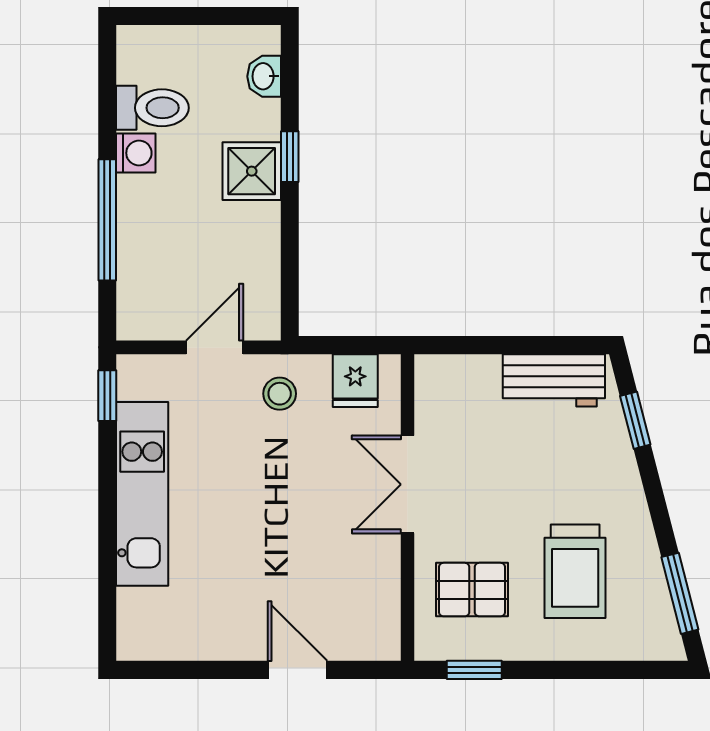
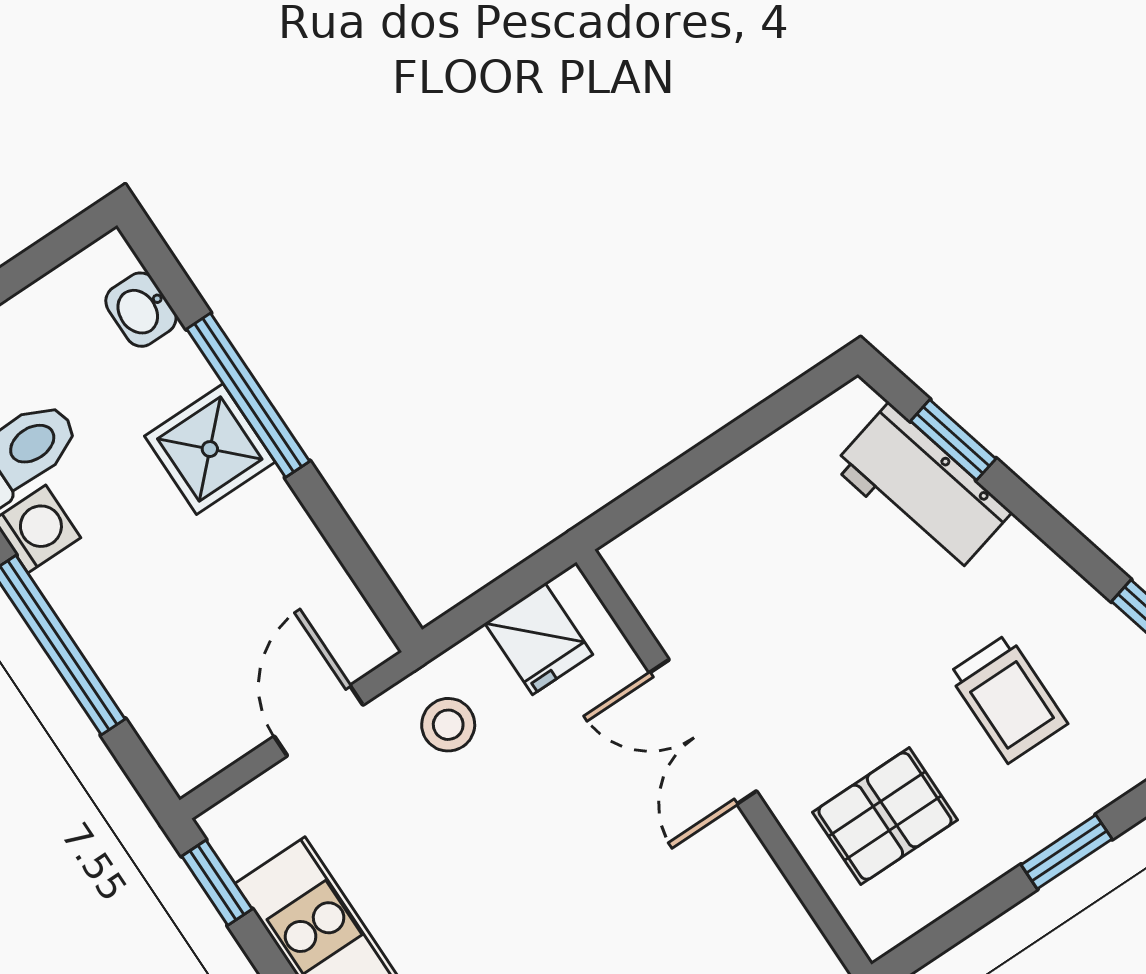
window: (290, 157) -> (248, 395), width x2.17
workbench: (554, 380) -> (922, 489), moved, turned 76
trolley: (575, 571) -> (1008, 698), width x0.73, depth x0.72
window: (474, 670) -> (1067, 852), moved

